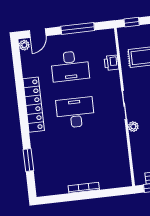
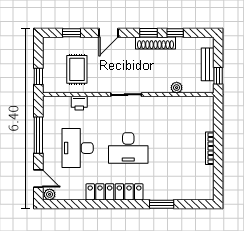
desk: (70, 66) -> (78, 148), turned 180
desk: (75, 113) -> (128, 148), turned -90
plant: (133, 127) -> (177, 88), moved
window: (28, 160) -> (162, 204), moved

